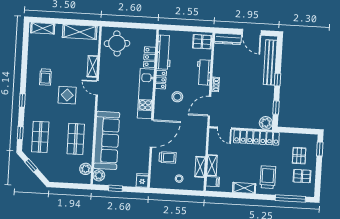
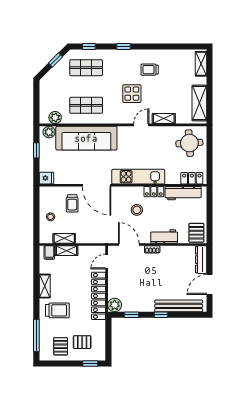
locker: (150, 57) -> (192, 178), moved

